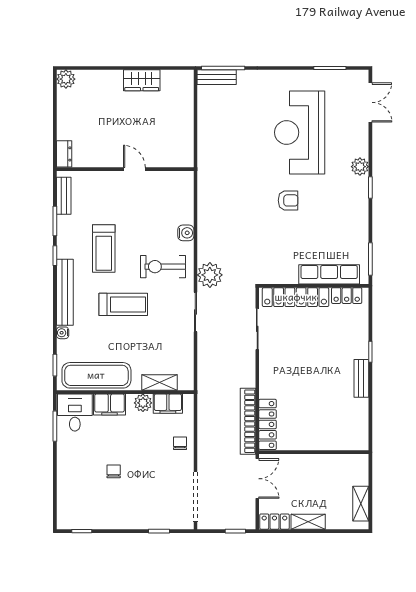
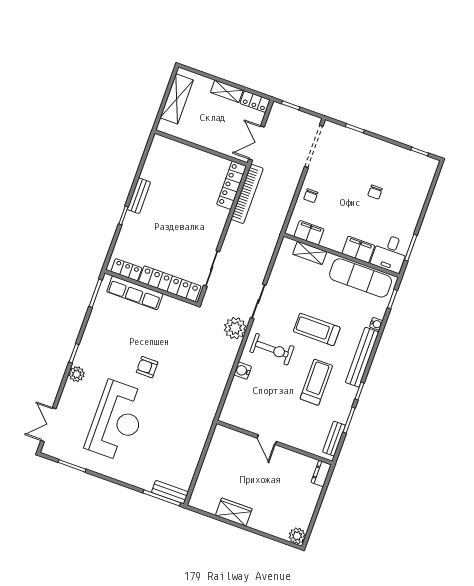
plant: (143, 403) -> (330, 241), removed
shelving: (361, 504) -> (177, 99), width x1.50, depth x1.33

